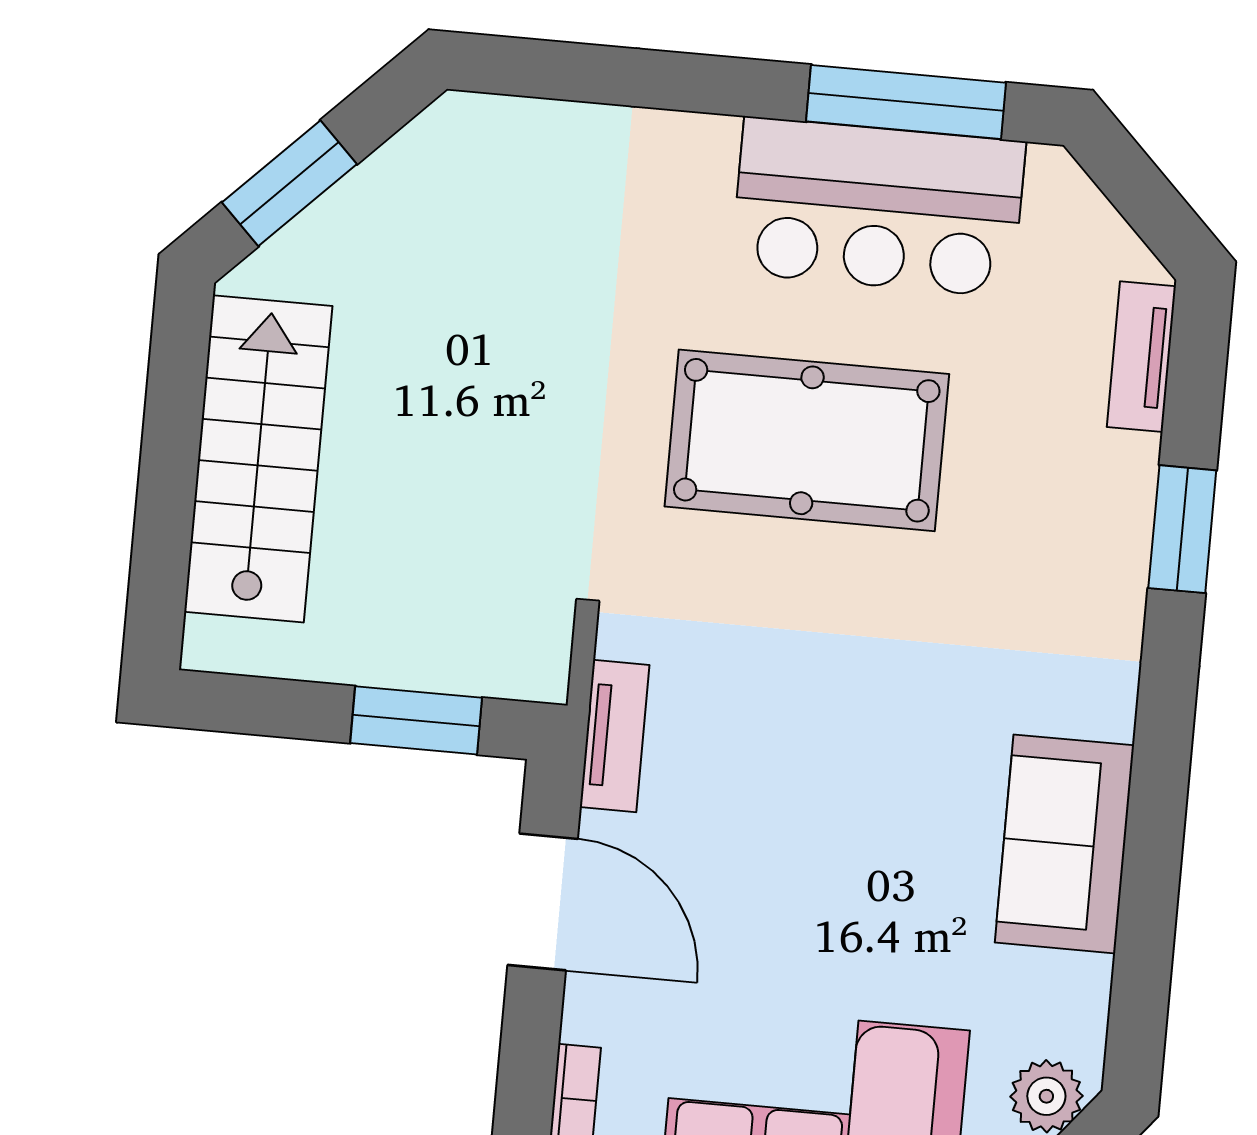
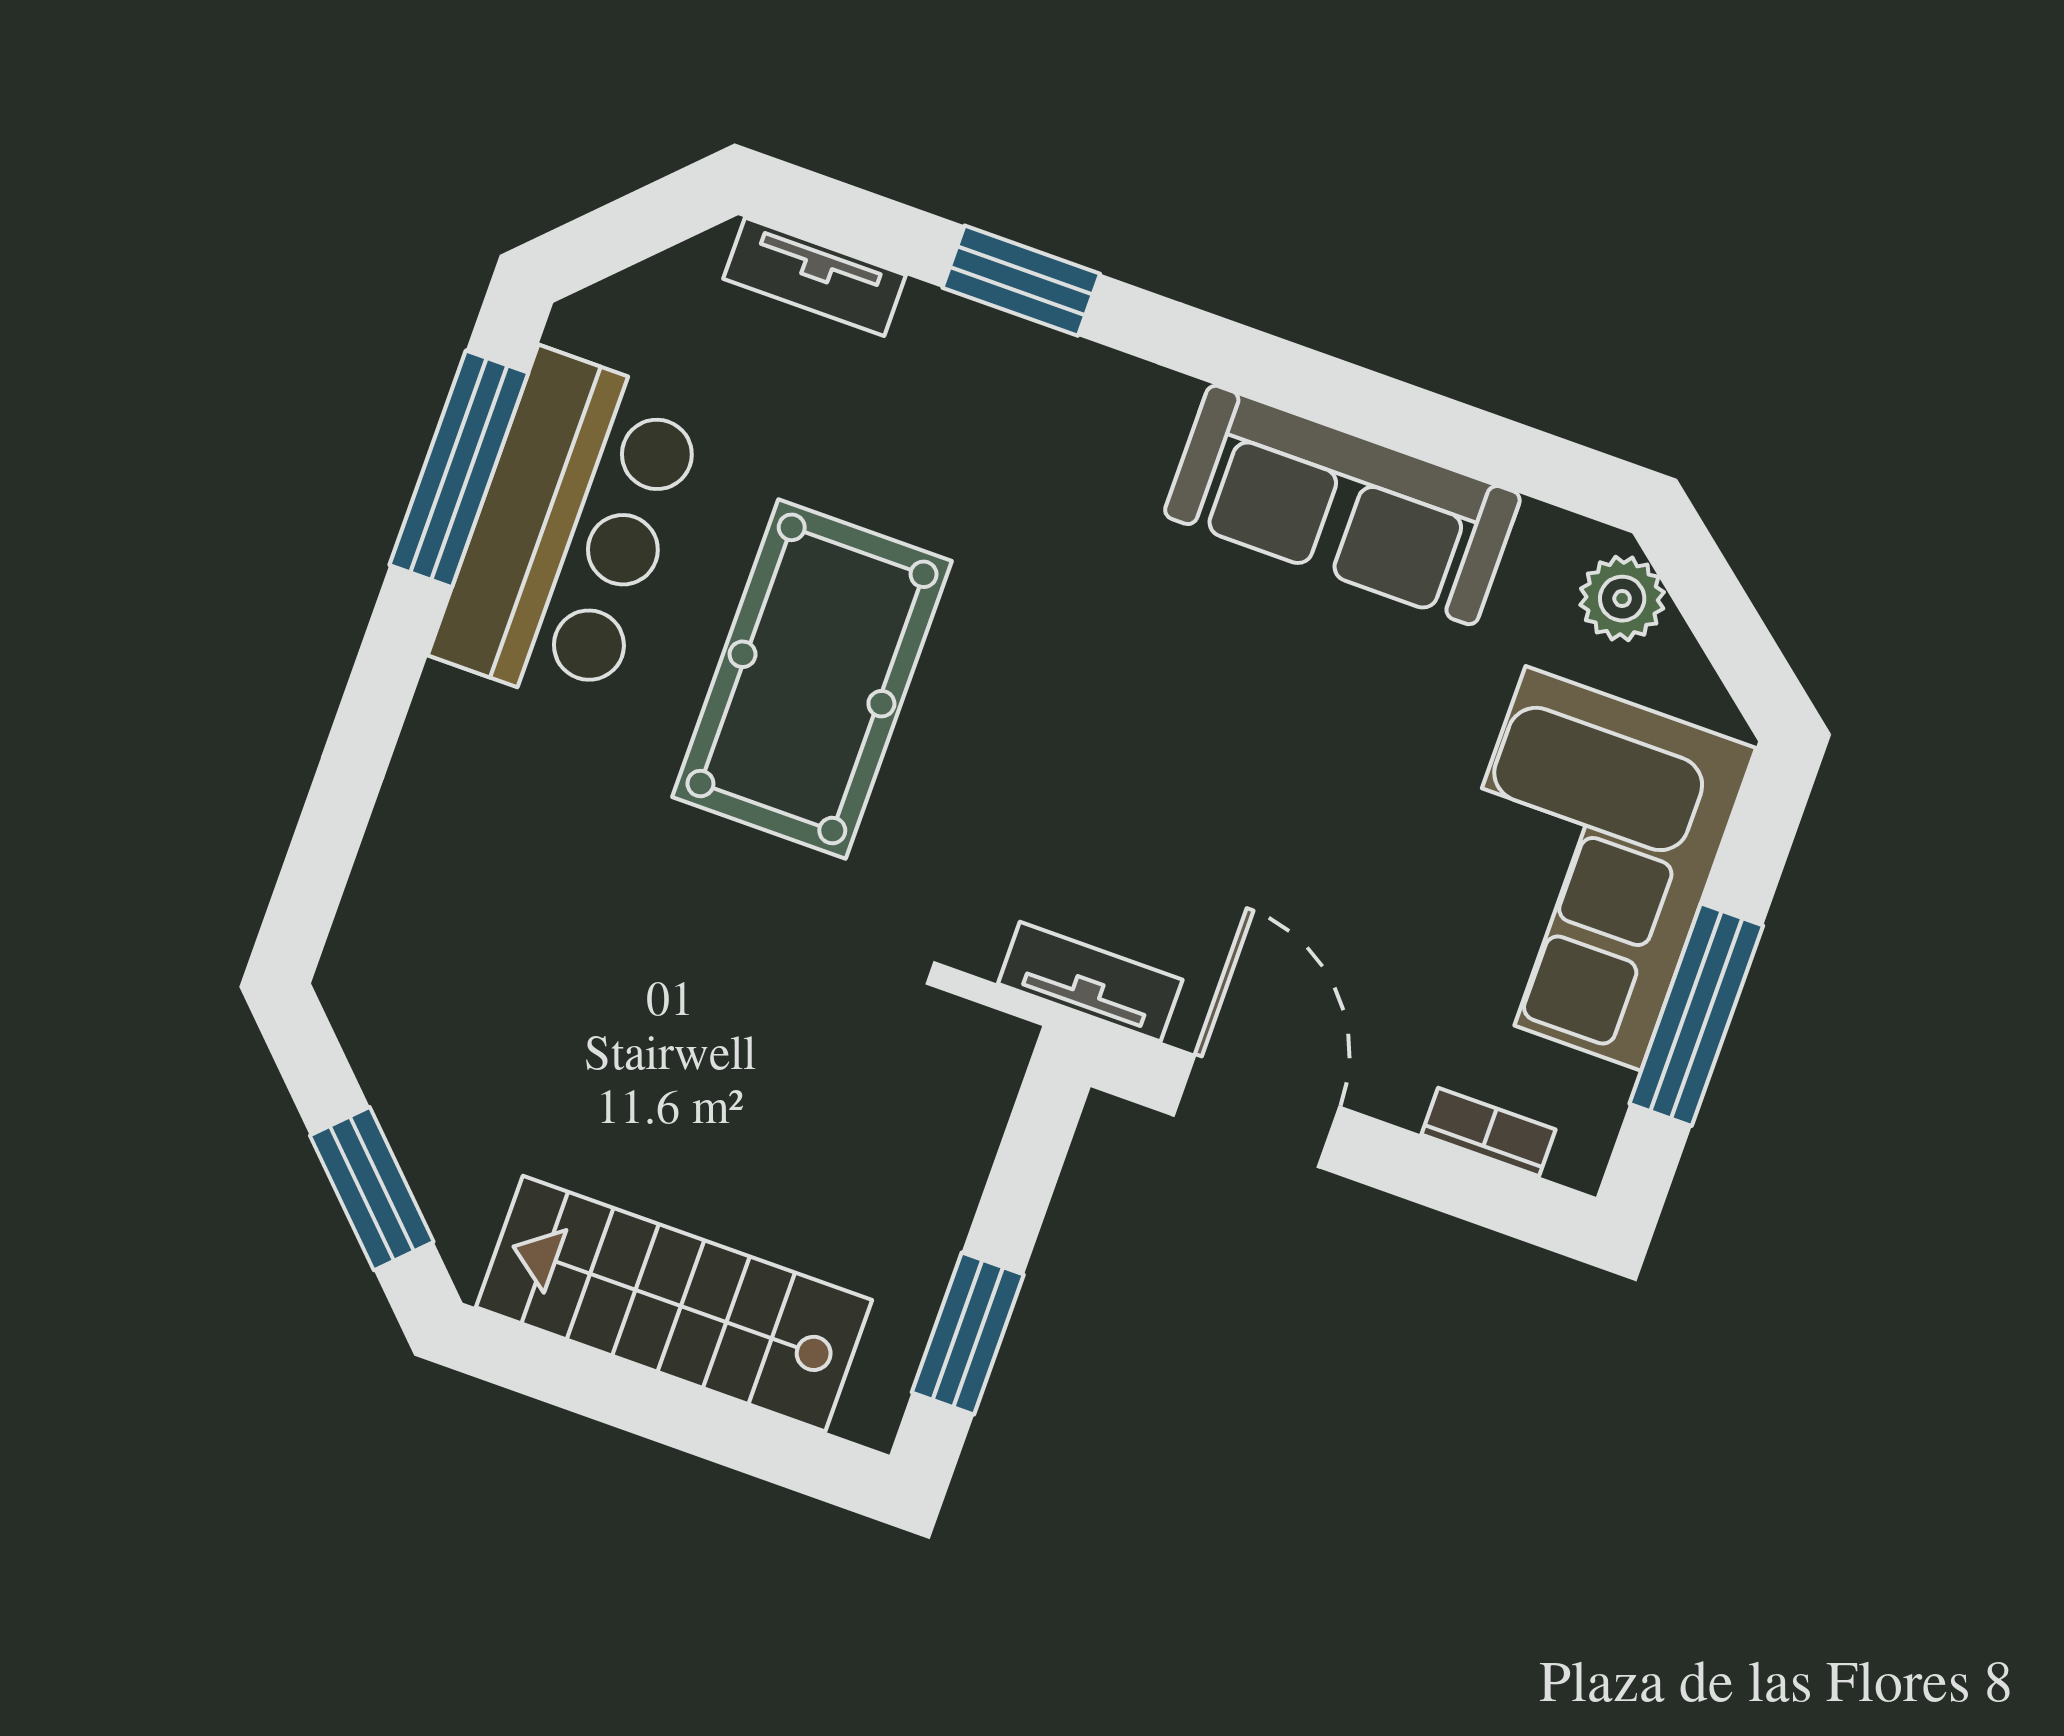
window: (416, 720) -> (968, 1333), moved
sofa: (1064, 844) -> (1342, 505), width x1.36
door: (543, 902) -> (1257, 1111), hinge flipped

